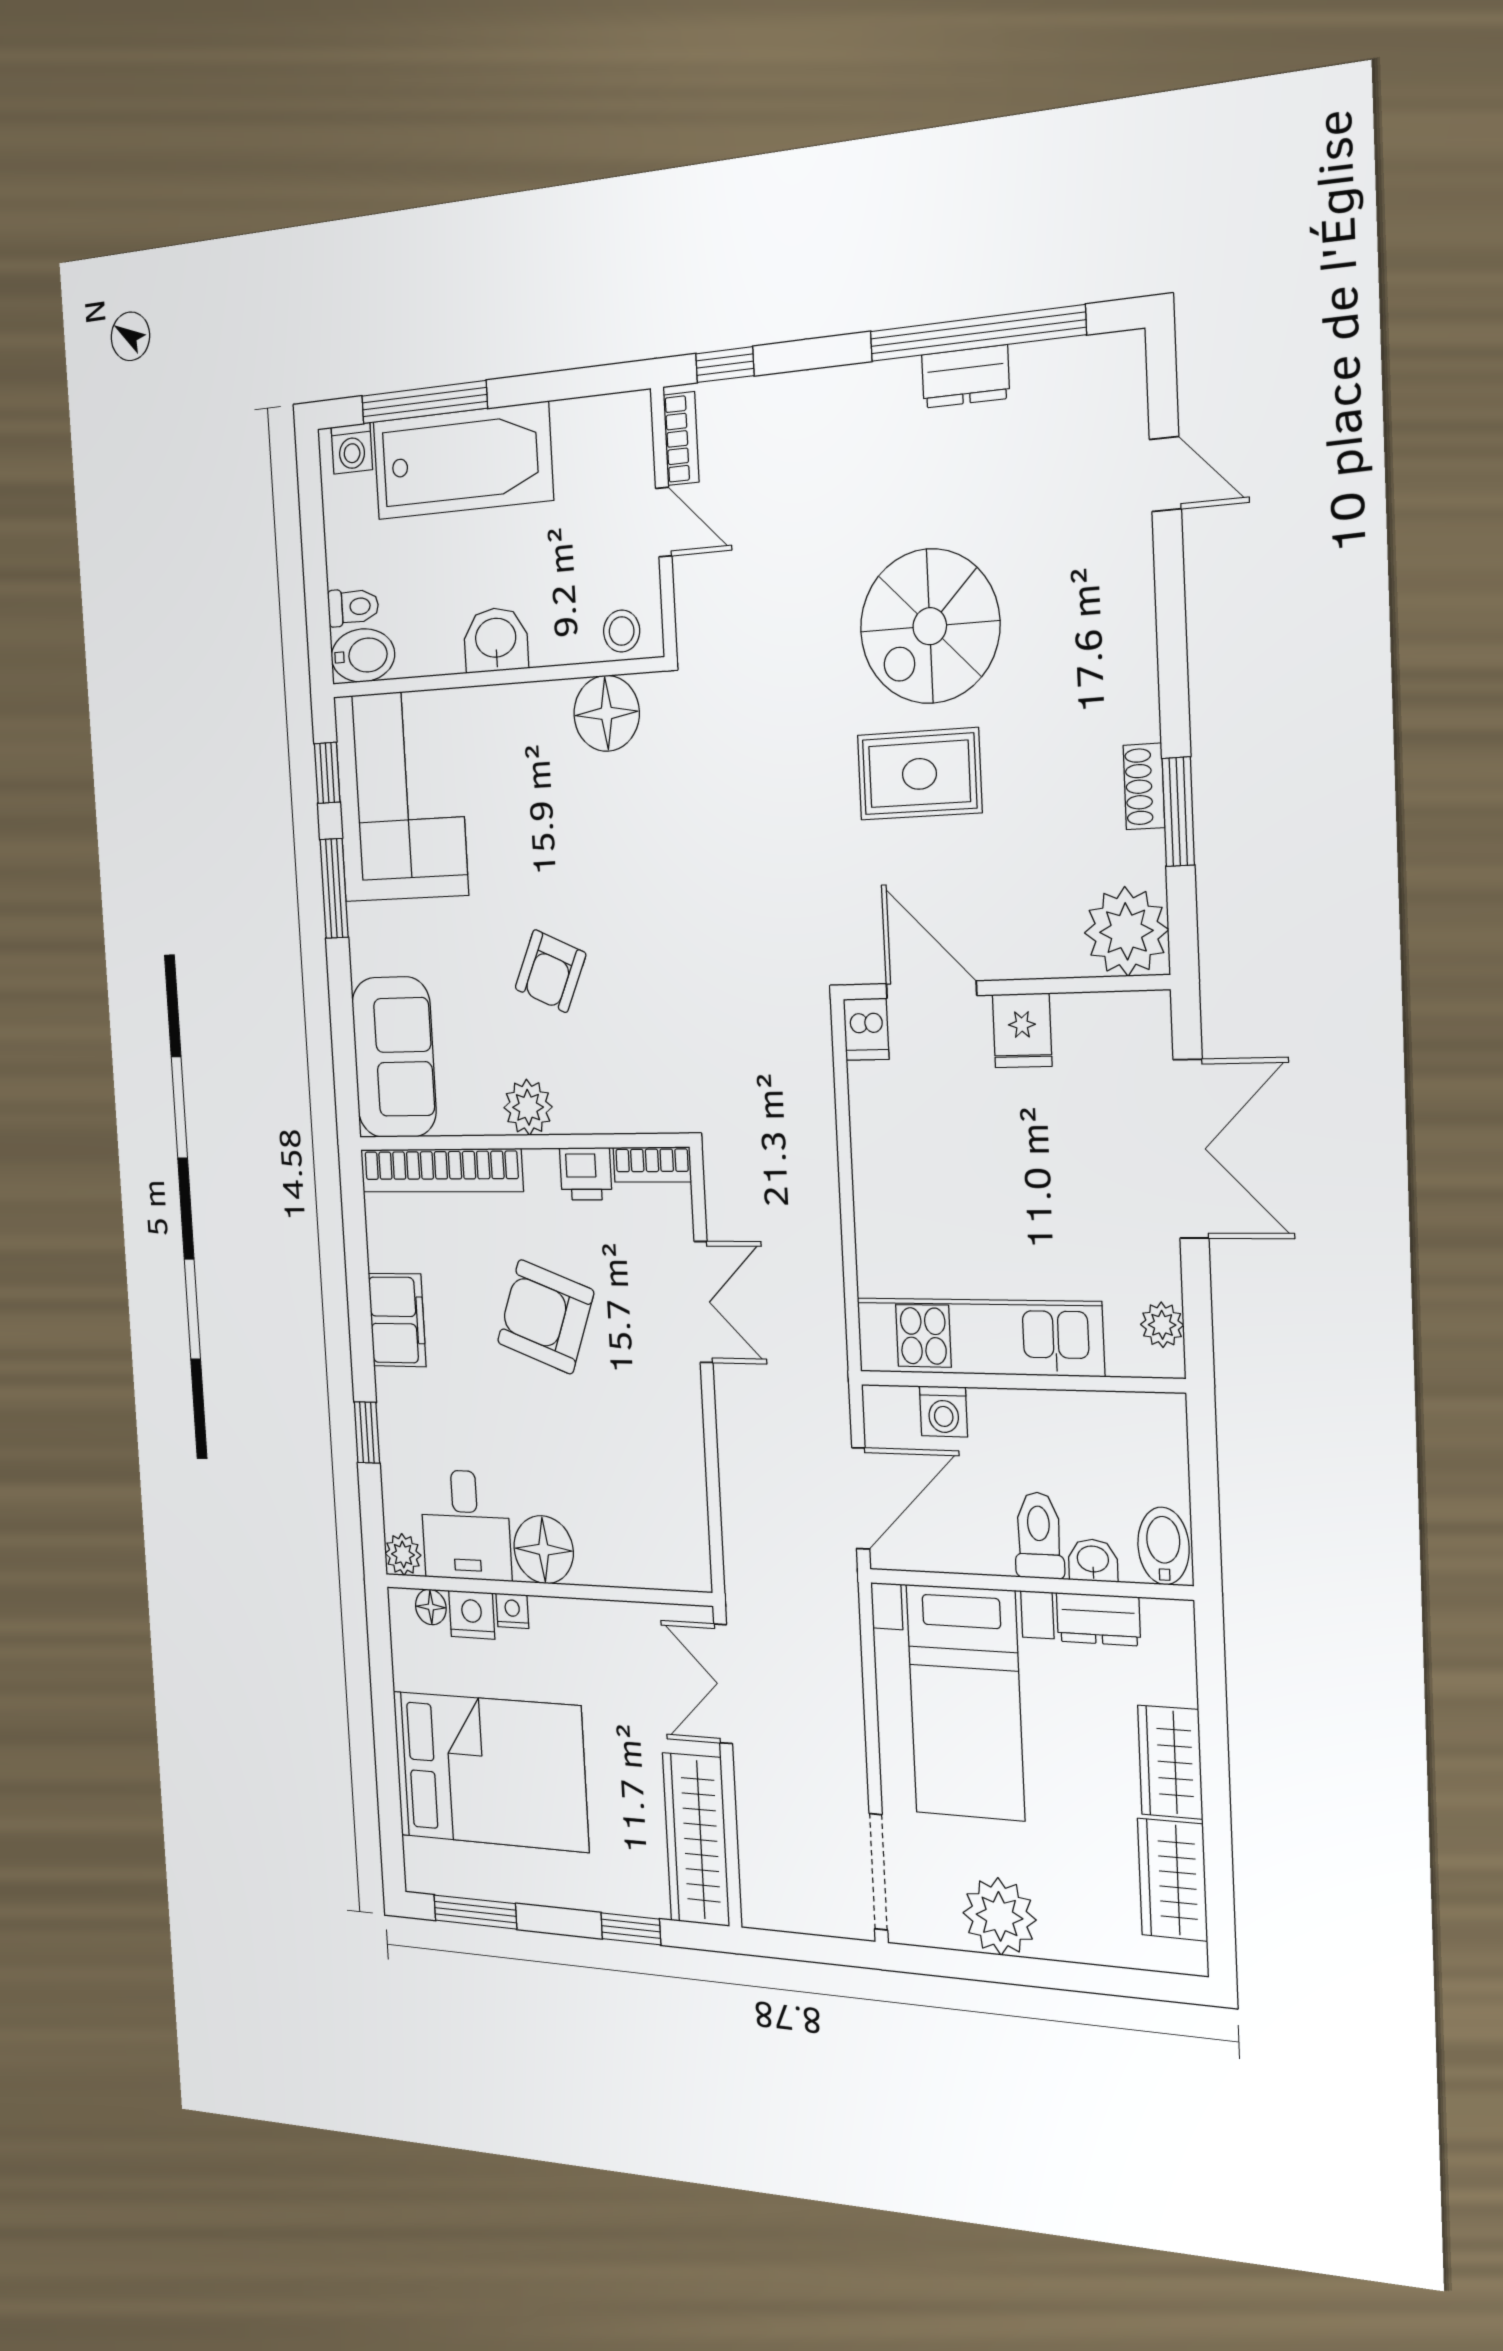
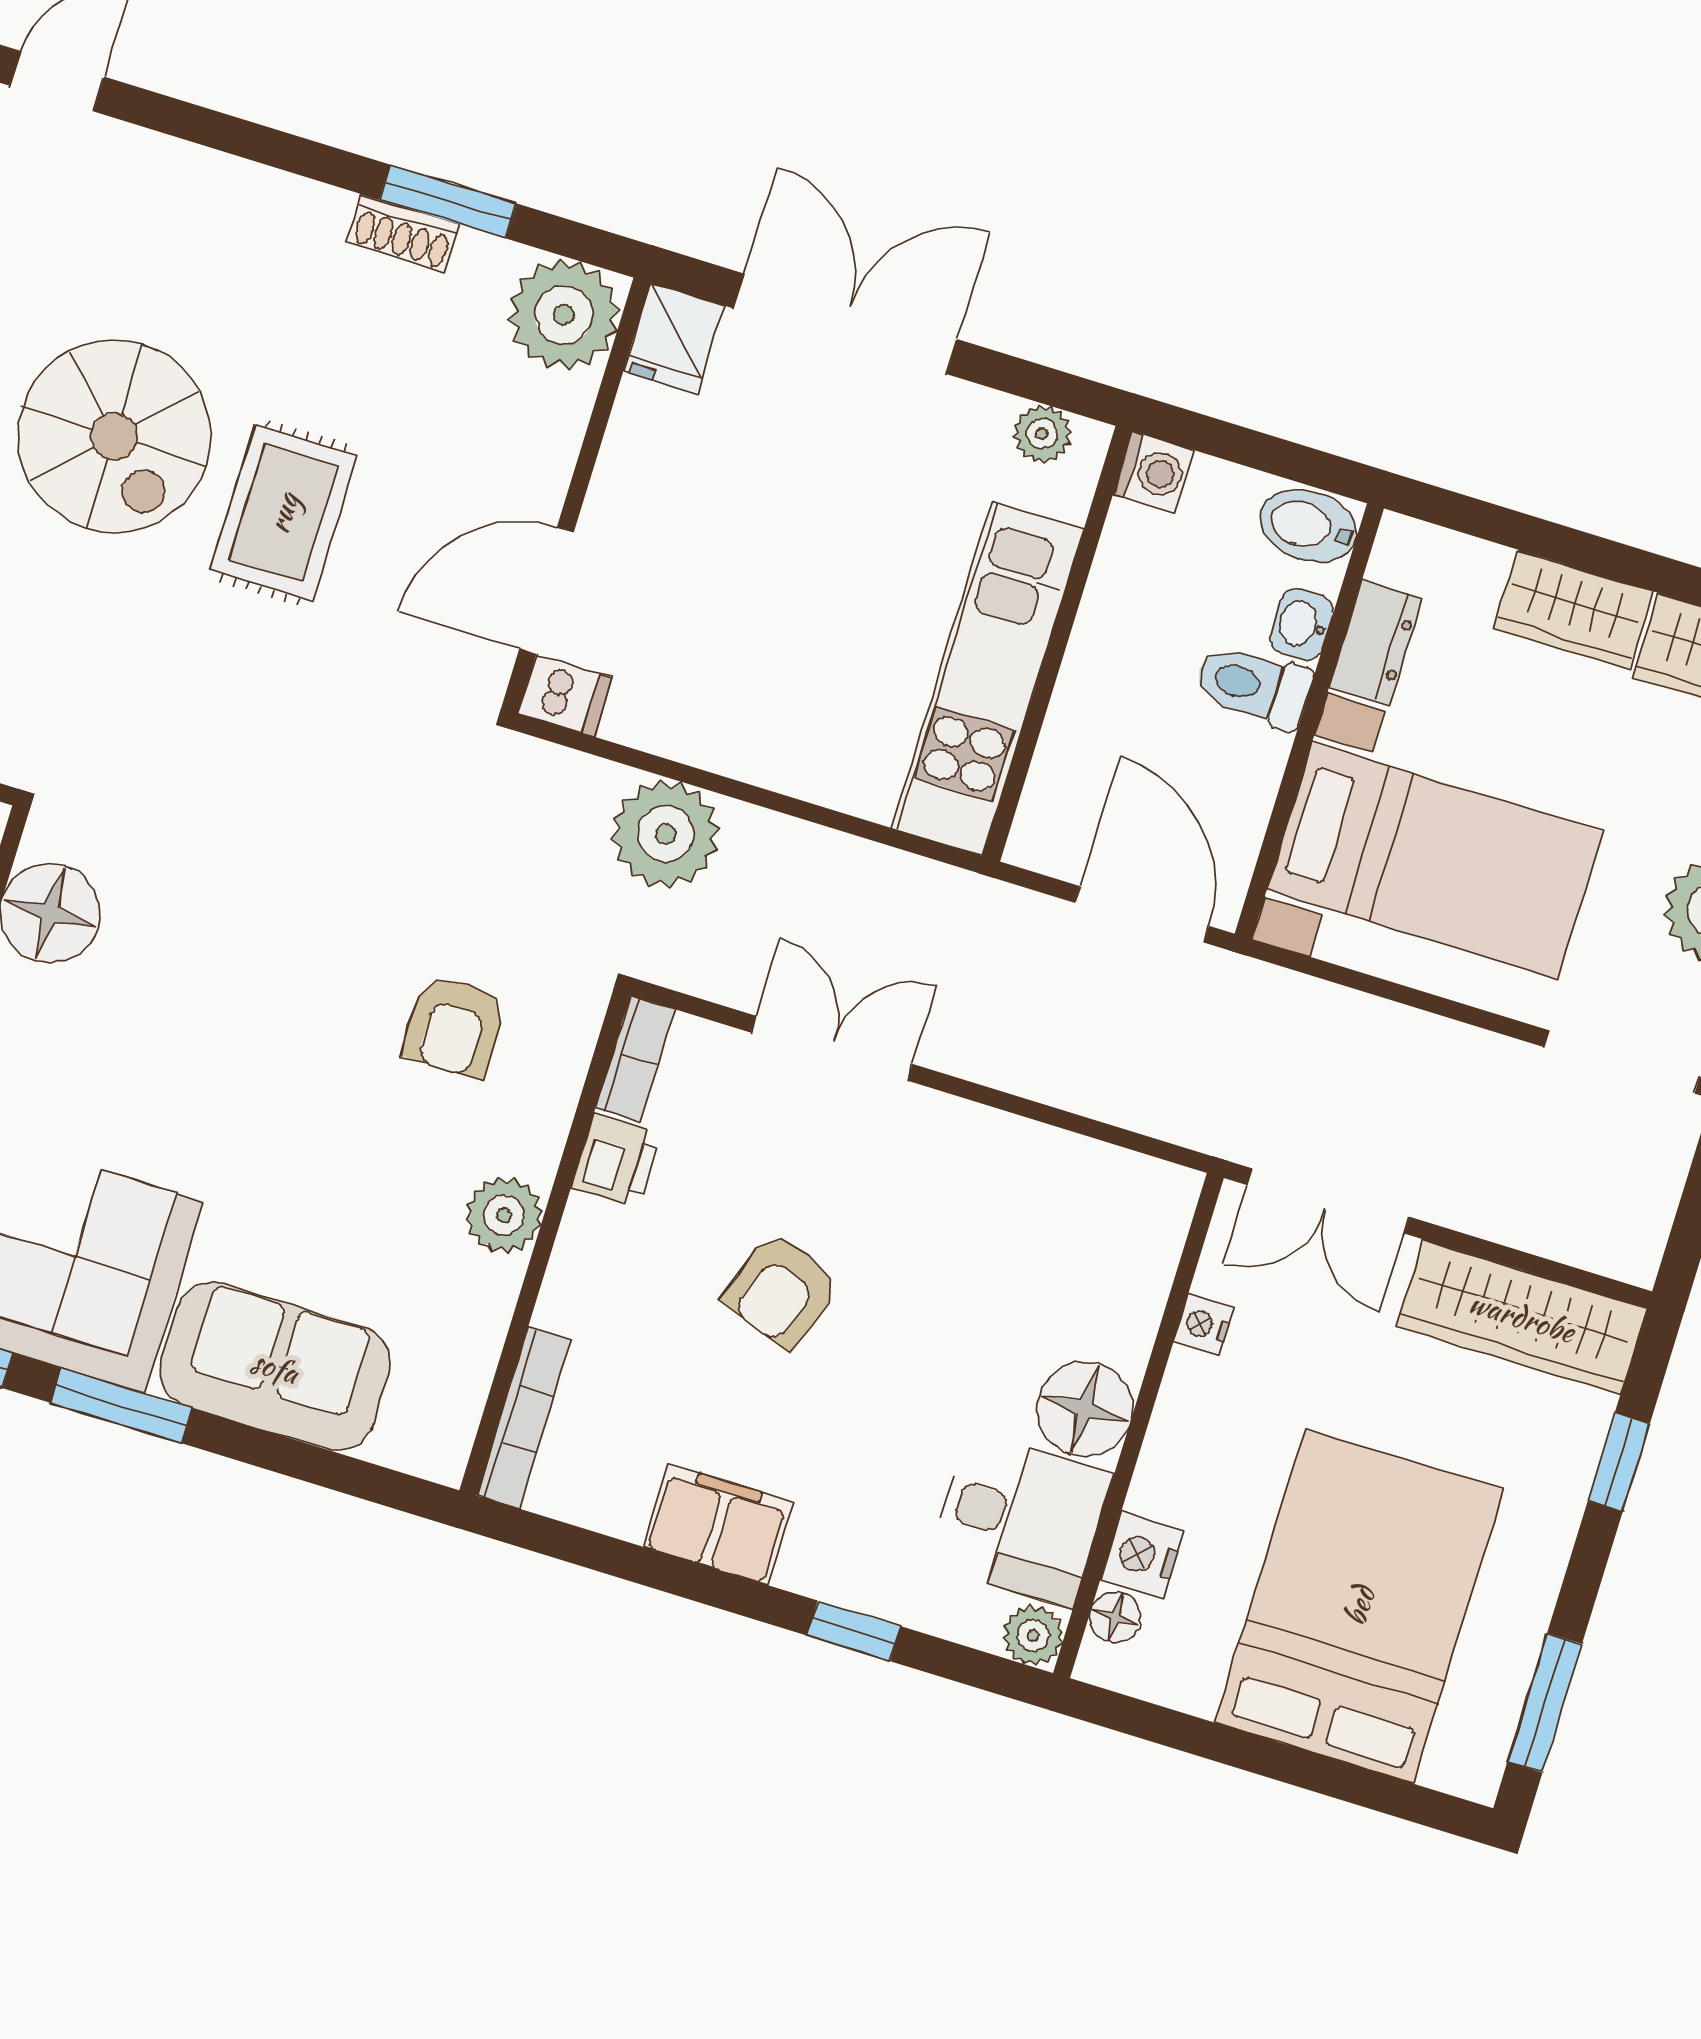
armchair: (550, 971) -> (455, 1026), moved, turned 66
fridge: (1022, 1030) -> (674, 339), moved, turned 90
sofa: (394, 1057) -> (275, 1367), moved
plant: (800, 1135) -> (666, 834), added
bookcase: (441, 1170) -> (524, 1418), width x0.68, depth x0.76
armchair: (546, 1317) -> (782, 1291), width x0.72, depth x0.72
washing machine: (943, 1411) -> (1154, 472), moved
nightstand: (512, 1611) -> (1203, 1325), moved

